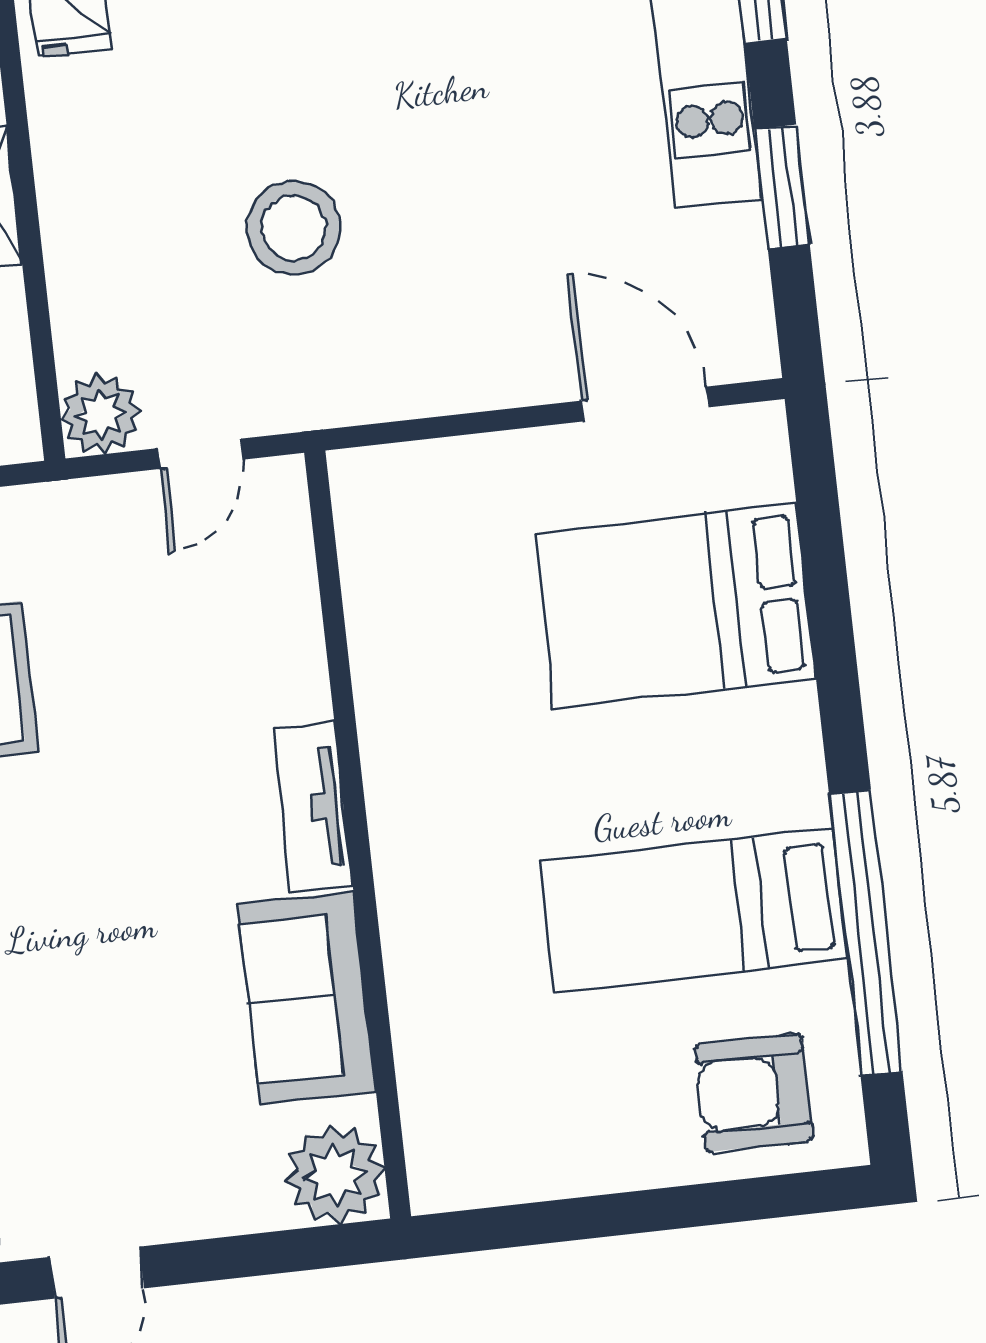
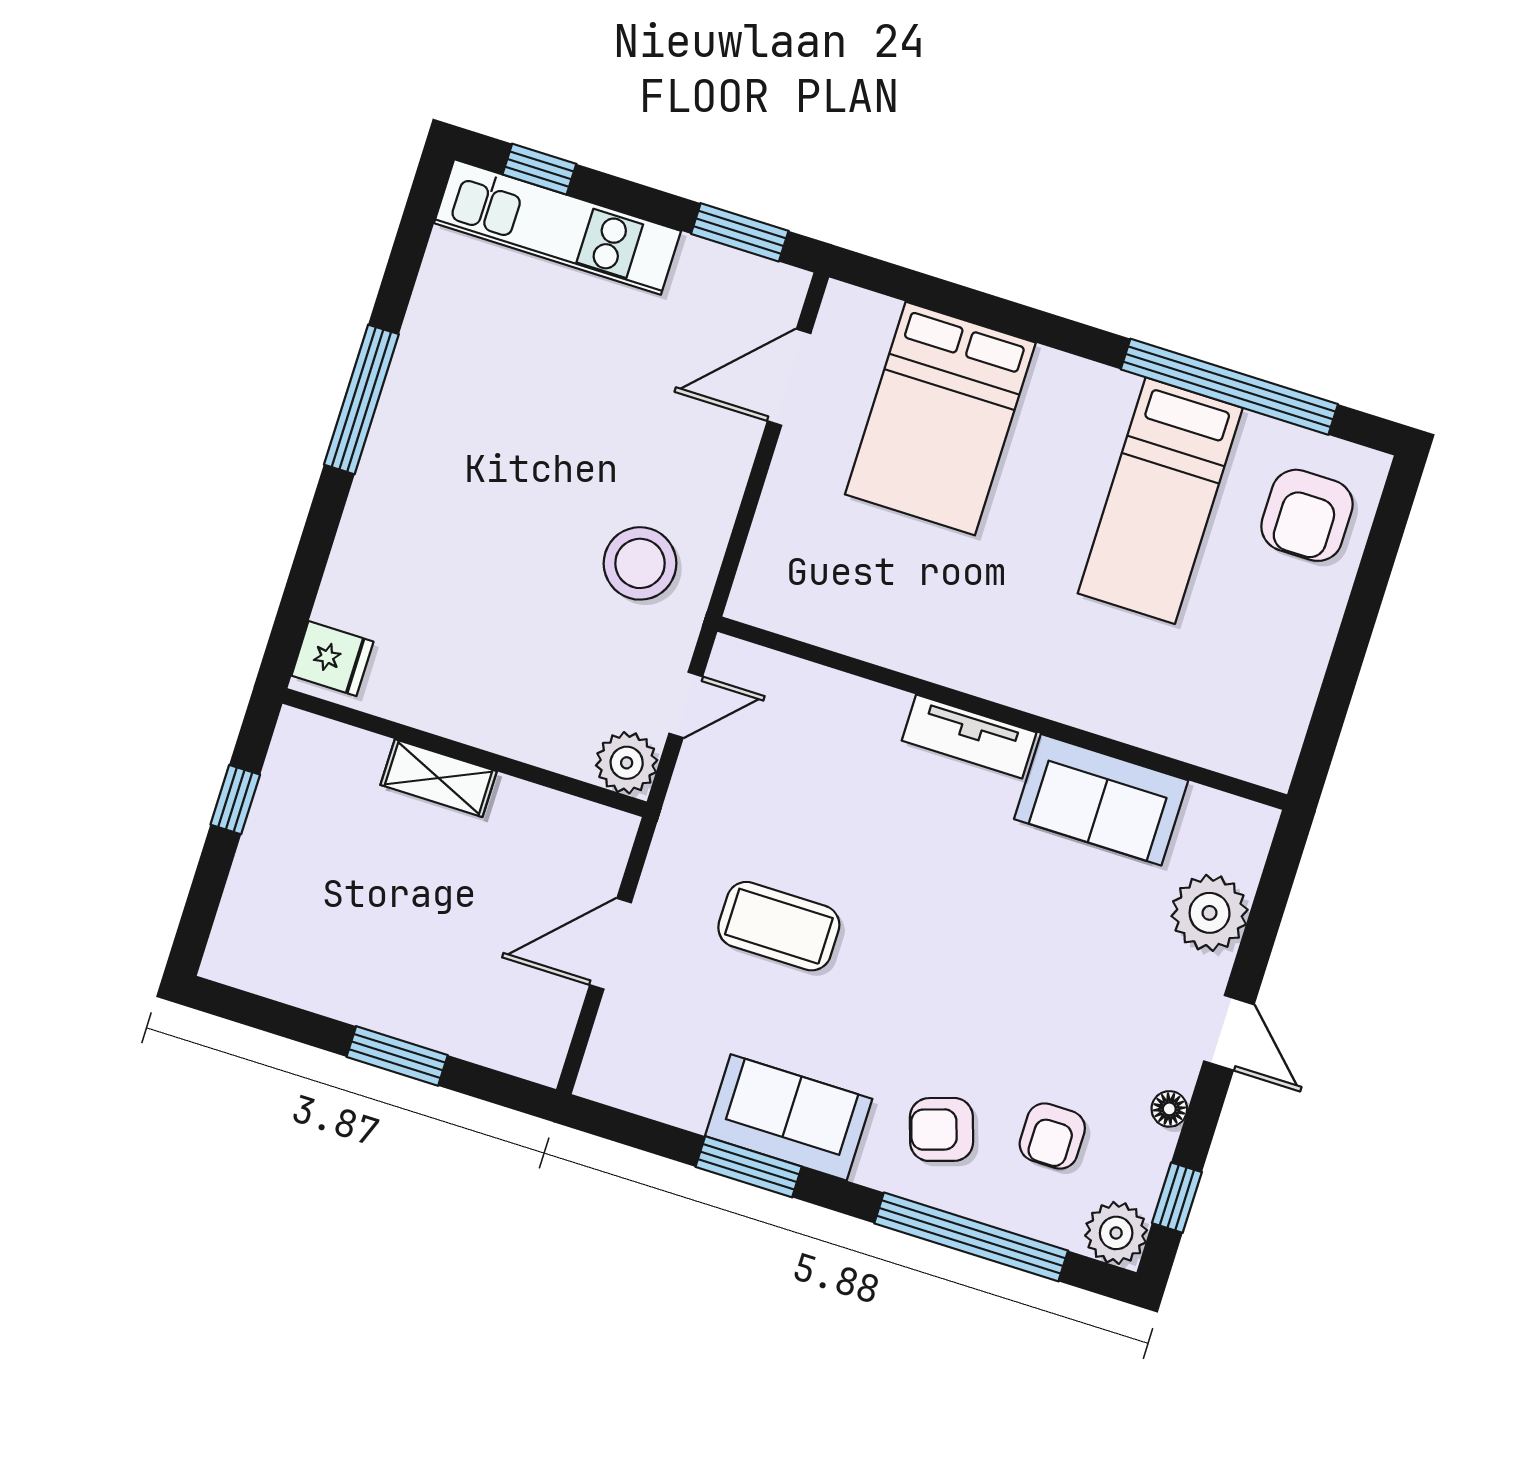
window: (782, 187) -> (740, 232), moved
stool: (293, 228) -> (640, 563), moved
door: (201, 454) -> (686, 705), hinge flipped
plant: (335, 1175) -> (1210, 913), moved

